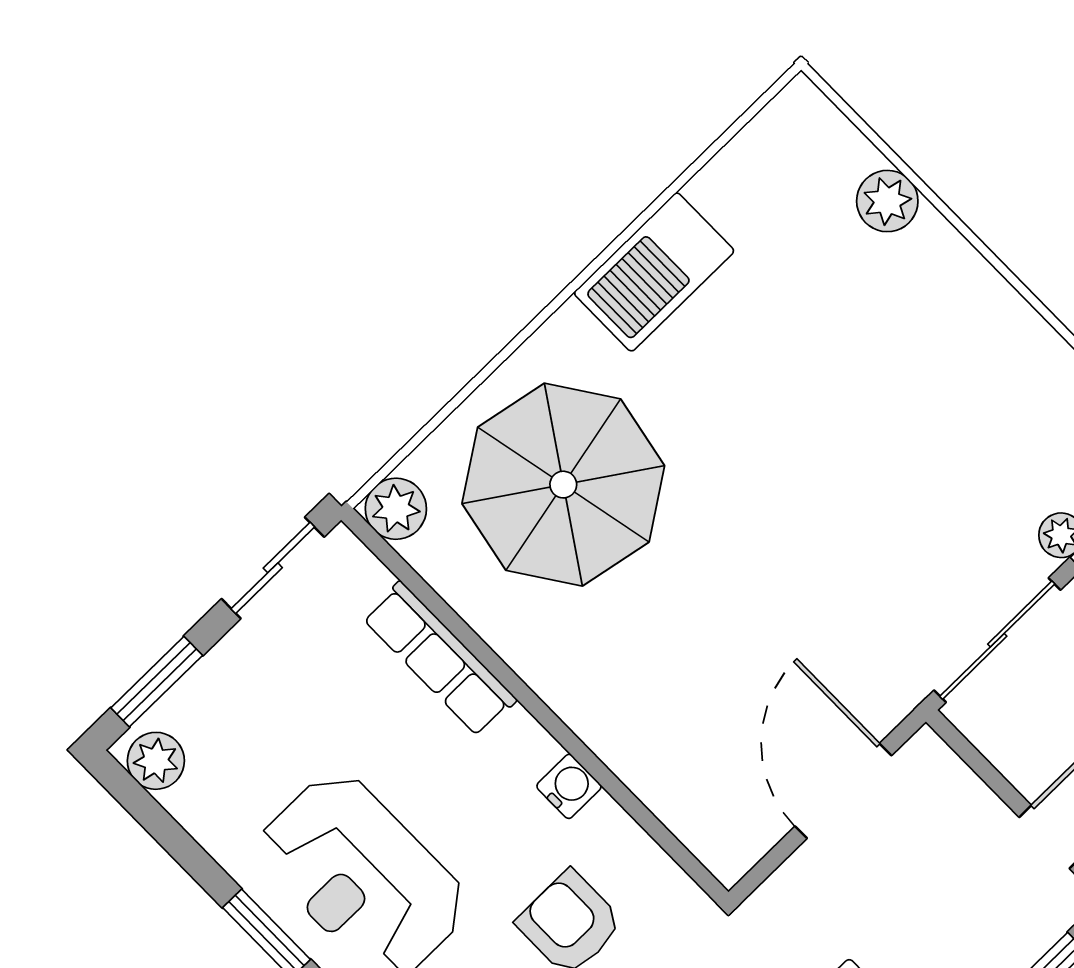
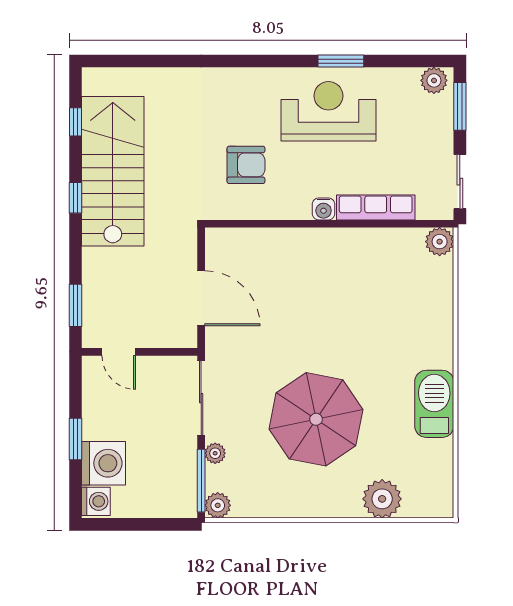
plant: (887, 201) -> (382, 499), width x1.36, depth x1.36
parasol: (563, 485) -> (316, 419), moved
water cooler: (569, 786) -> (324, 209), moved

